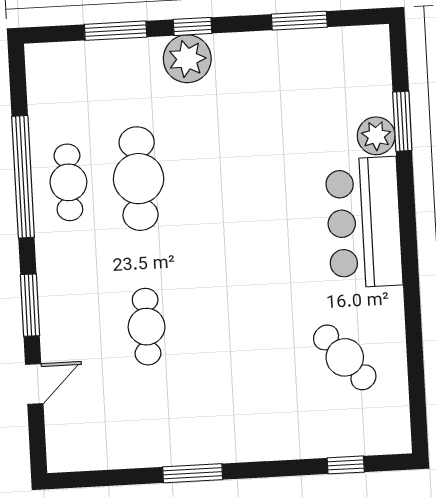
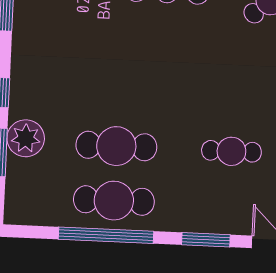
plant: (187, 59) -> (26, 138), moved
cafe table: (68, 182) -> (114, 201), width x1.37, depth x1.35

